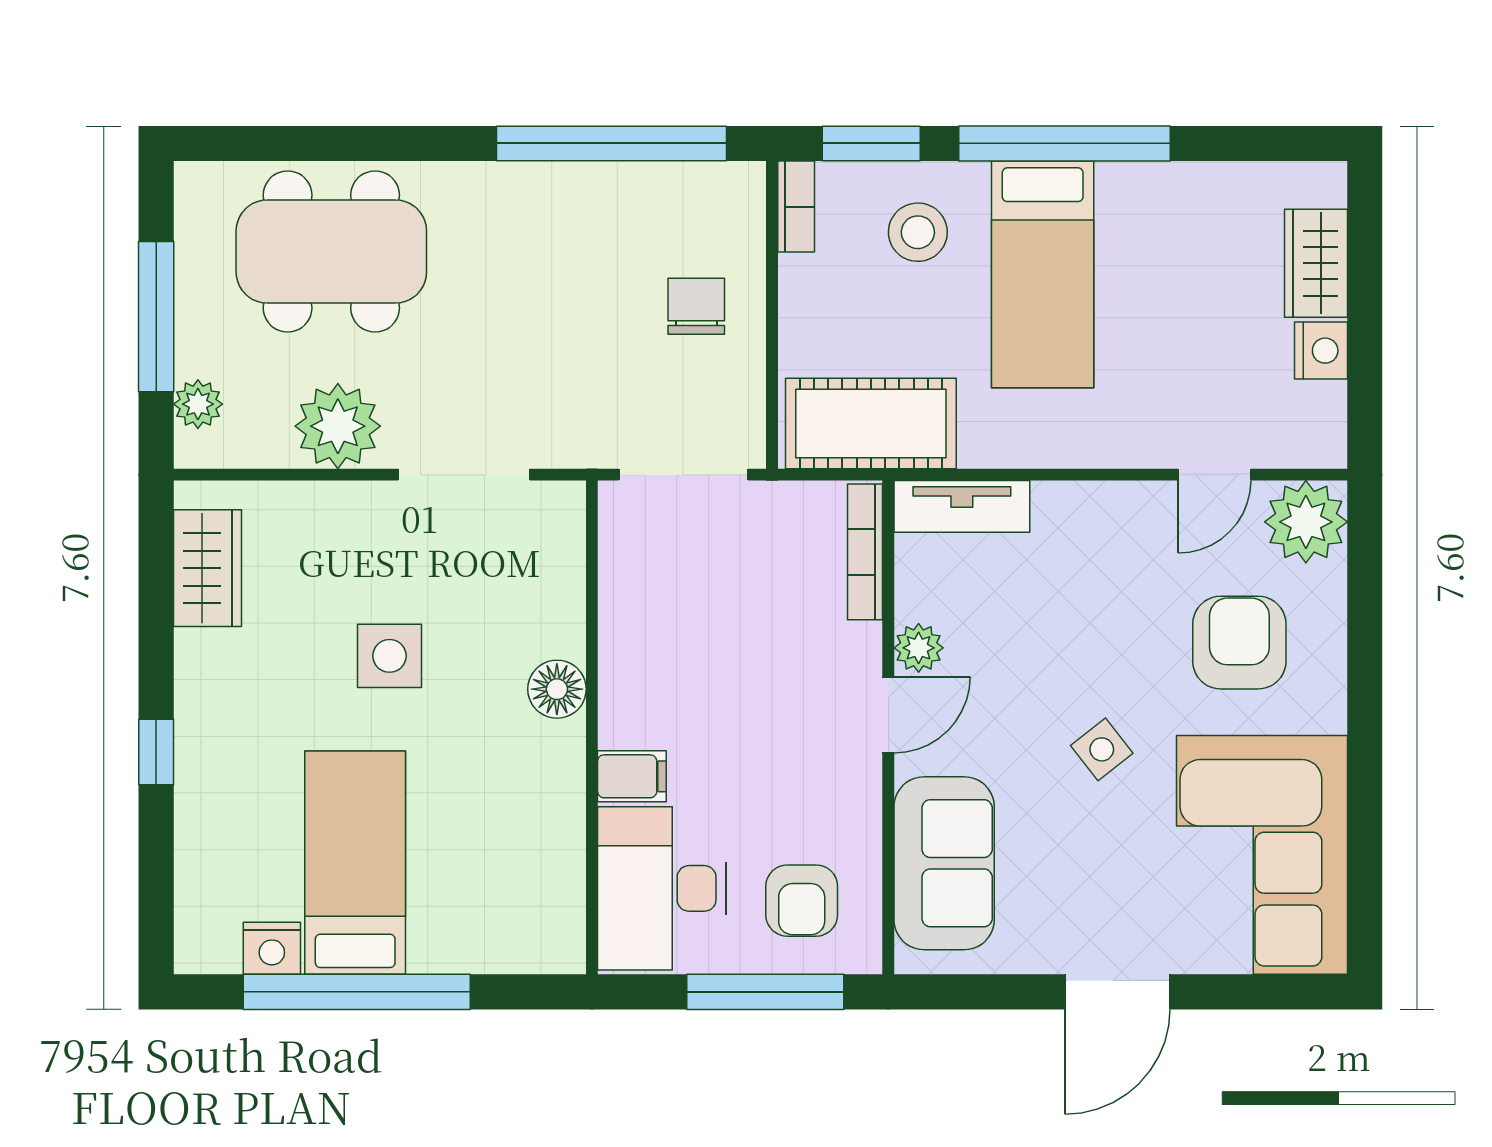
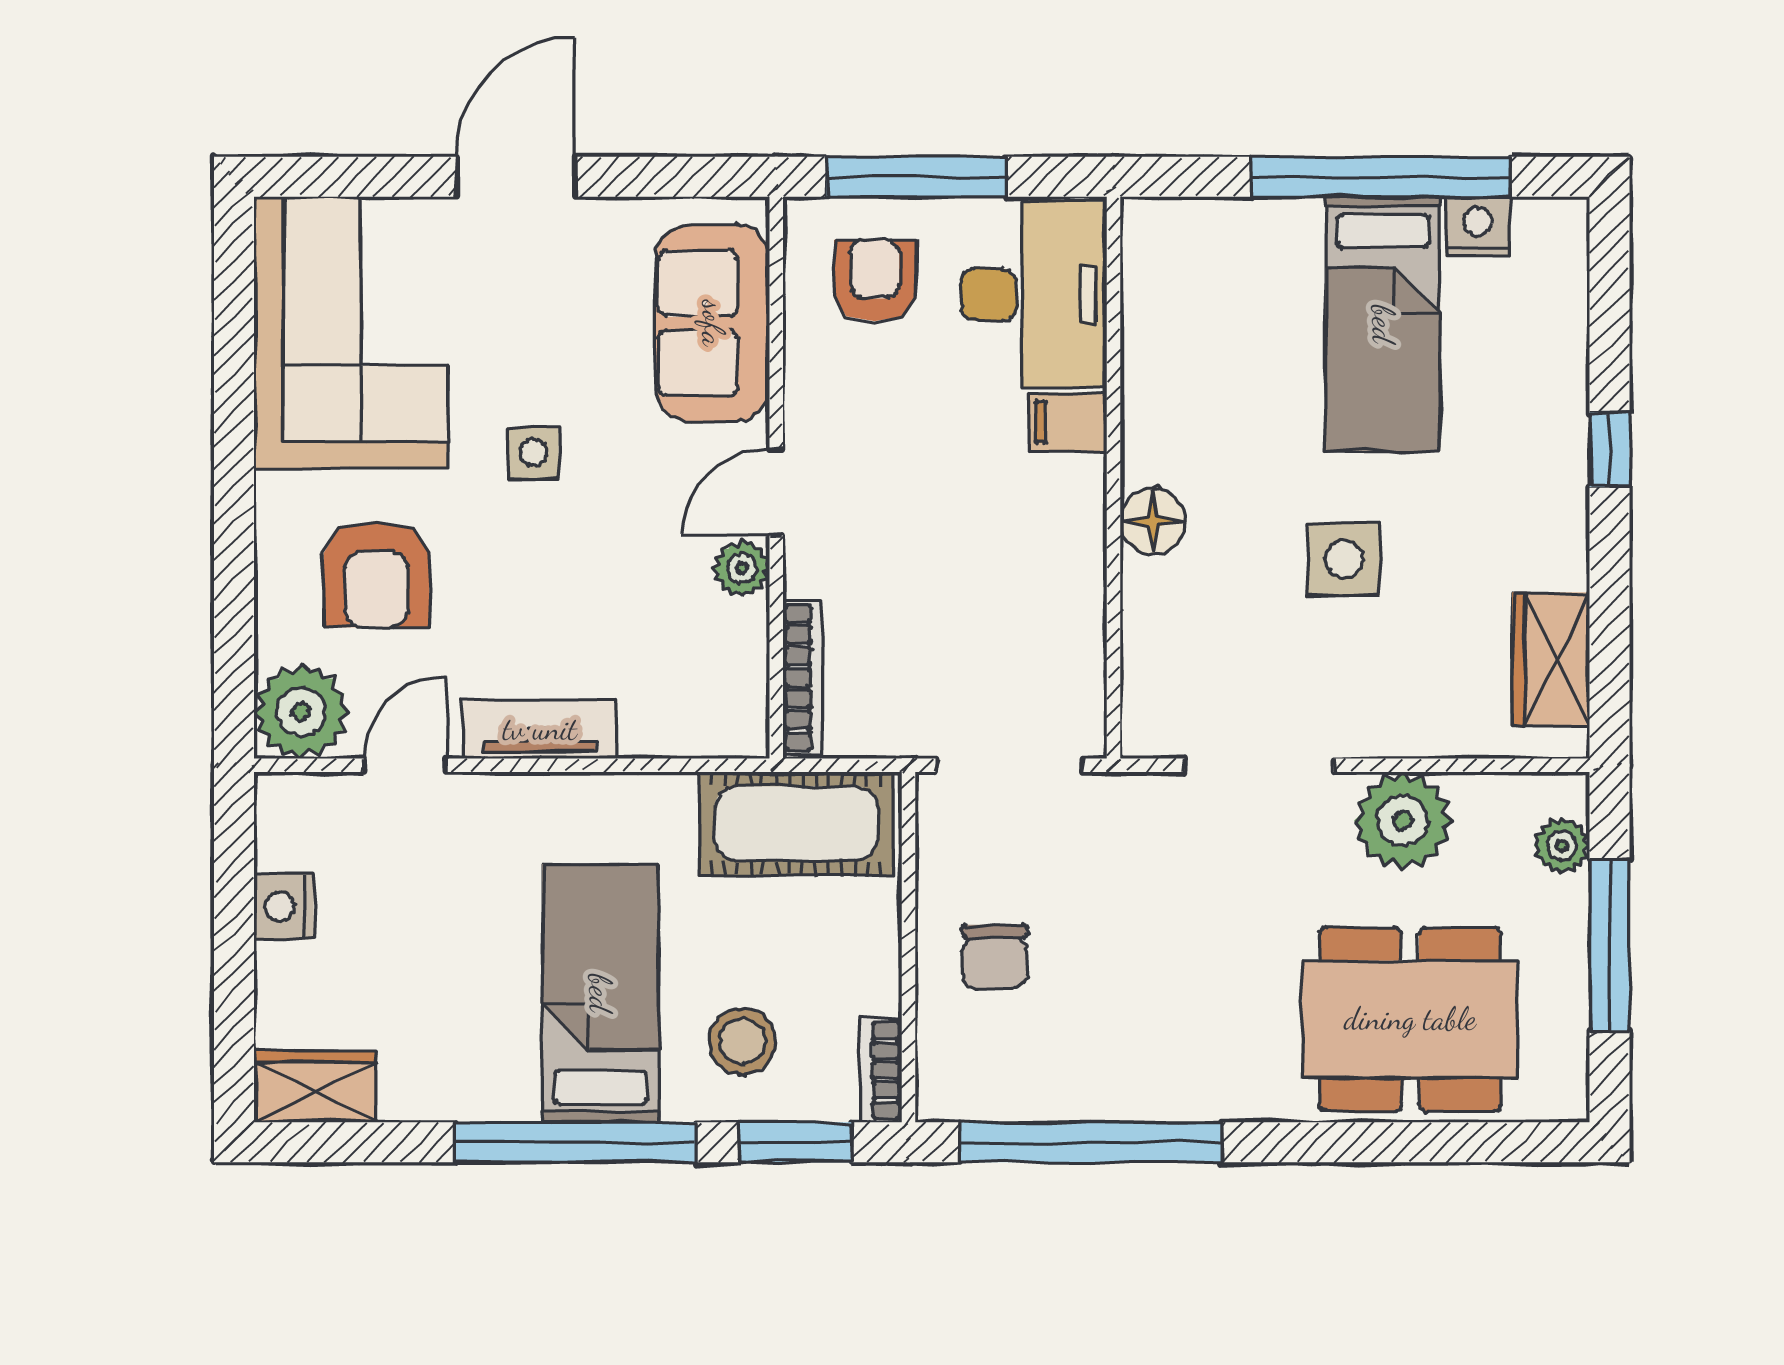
wardrobe: (1316, 263) -> (315, 1087), moved, turned -90
tv unit: (962, 506) -> (540, 729), moved
side table: (1102, 749) -> (533, 453), turned 38

